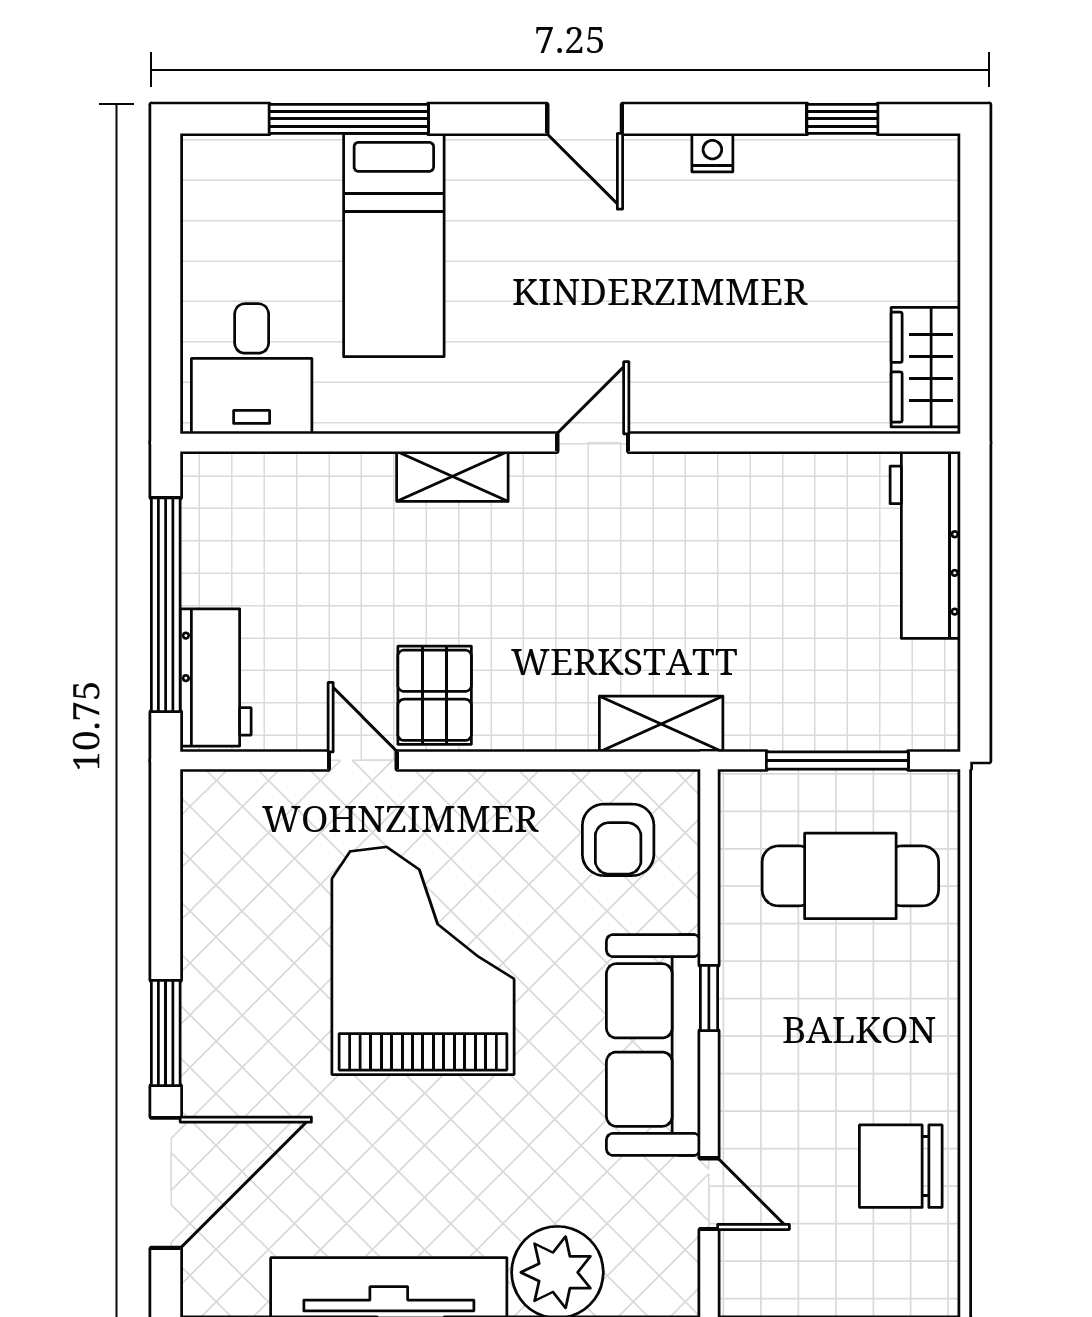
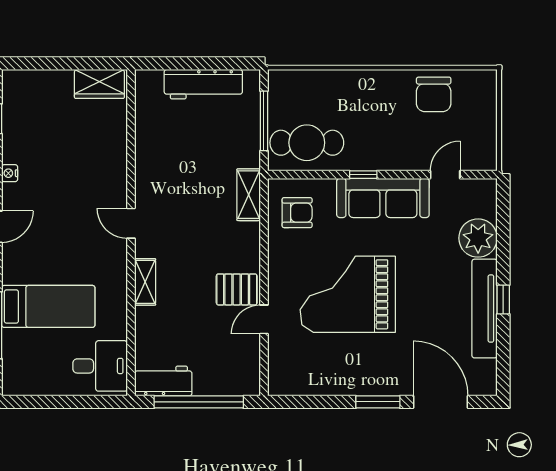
workbench: (925, 545) -> (203, 84), moved
workbench: (216, 677) -> (163, 381), moved
cafe table: (850, 876) -> (307, 143), moved, turned 90

